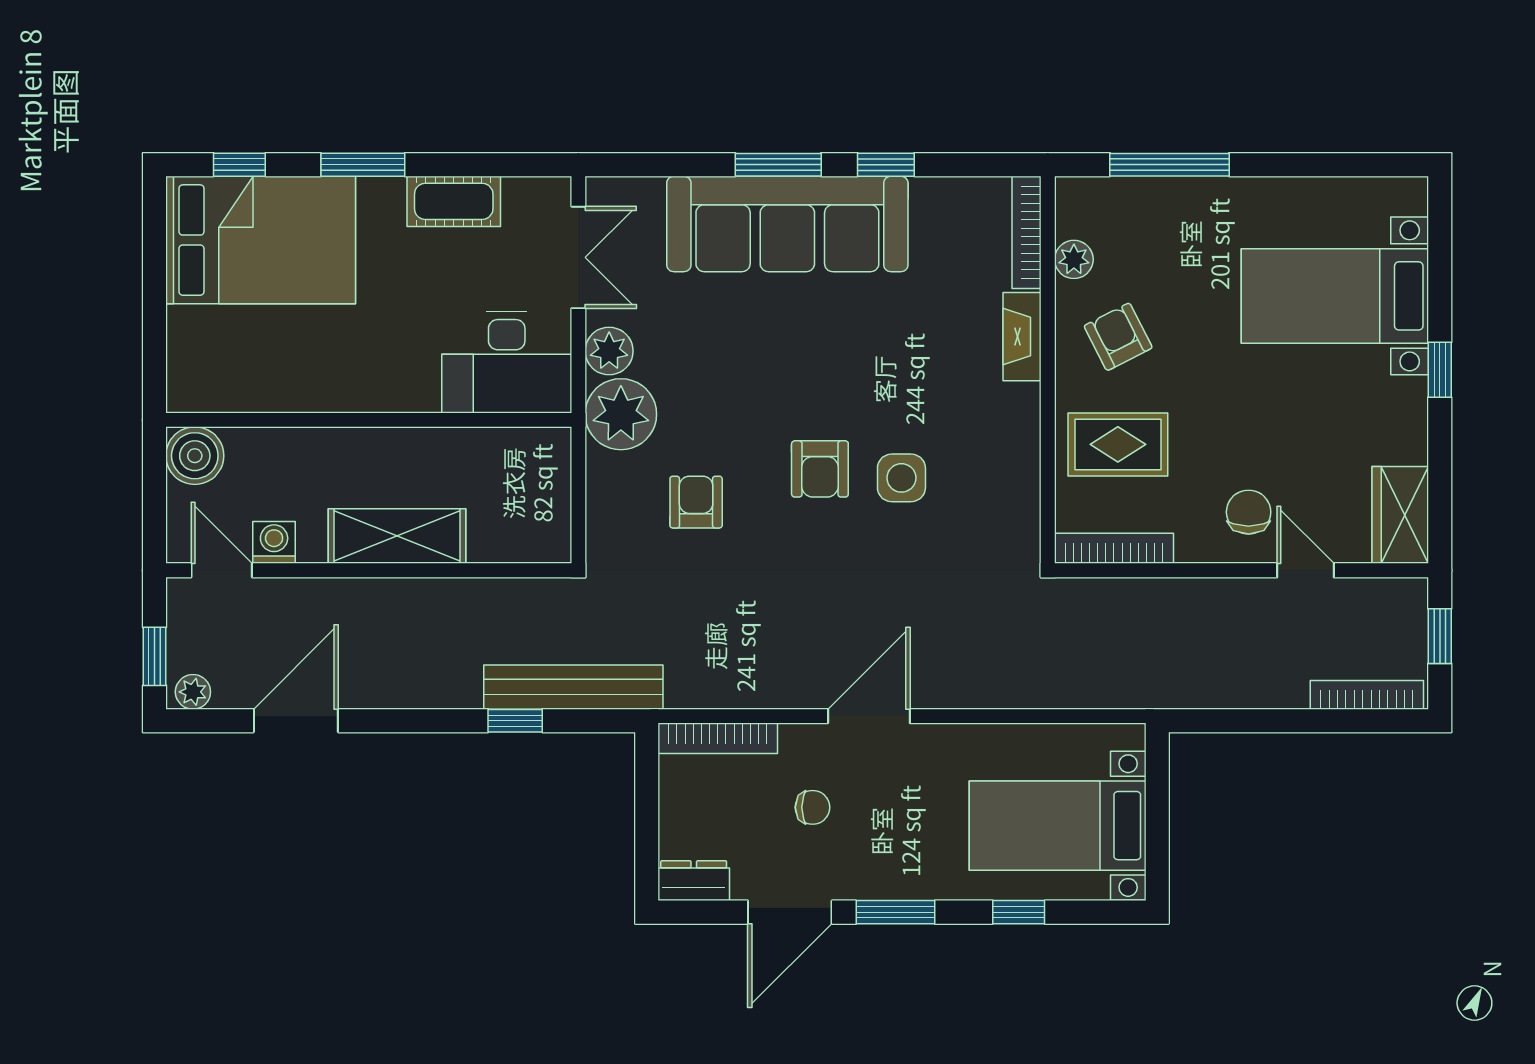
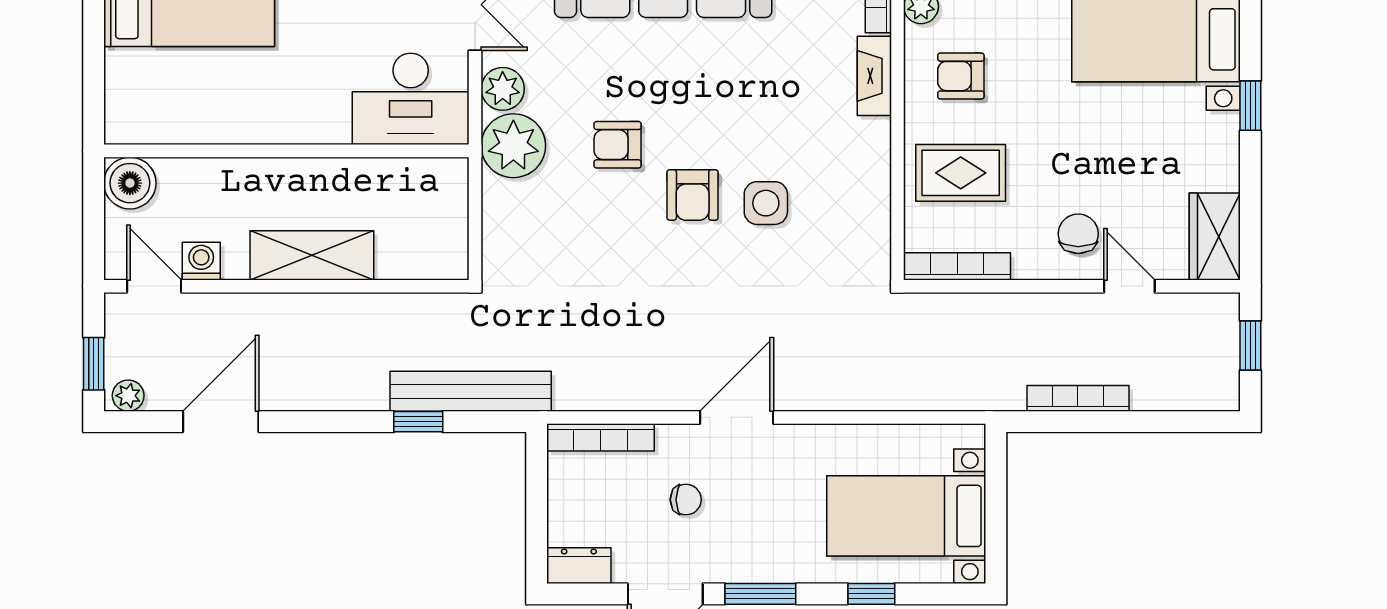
armchair: (1118, 337) -> (961, 76), turned -63
armchair: (696, 502) -> (618, 145), moved, turned -90
bookcase: (1367, 695) -> (1078, 398), moved

